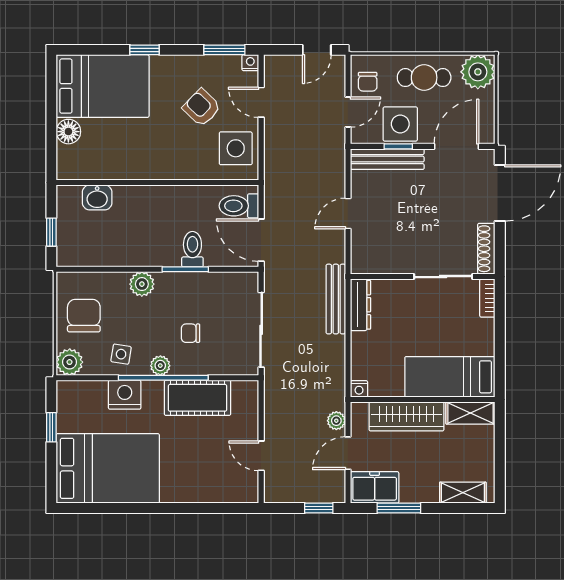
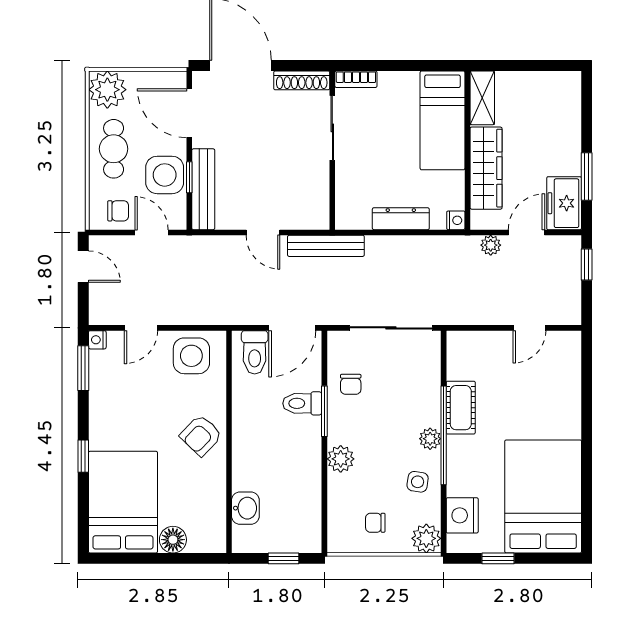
armchair: (202, 108) -> (201, 435), moved
bench: (336, 299) -> (326, 246), moved
dresser: (360, 305) -> (401, 219), moved
chair: (84, 316) -> (375, 523), width x0.54, depth x0.54
chair: (191, 333) -> (351, 384), moved
nightstand: (125, 395) -> (462, 515), moved
cot: (197, 398) -> (461, 408), width x0.73, depth x0.75
door: (348, 453) -> (526, 232), swing flipped
shelving: (463, 493) -> (570, 106), removed

